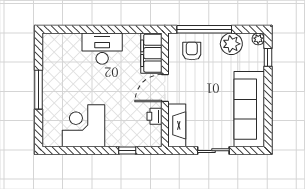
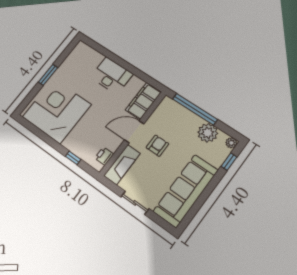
armchair: (192, 51) -> (157, 146), moved
window: (38, 90) -> (48, 75), width x0.69
printer: (155, 116) -> (104, 156), moved
corner desk: (84, 126) -> (57, 111), width x1.36, depth x1.36

